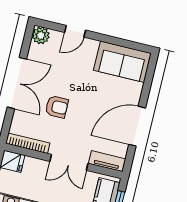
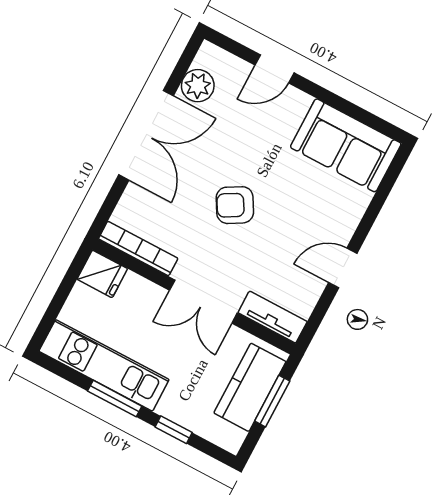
plant: (41, 35) -> (198, 86), moved
armchair: (57, 107) -> (235, 205), moved, turned 150
door: (137, 126) -> (343, 268), width x0.53

